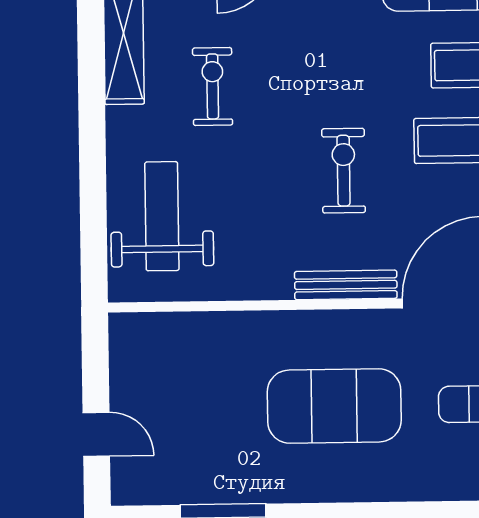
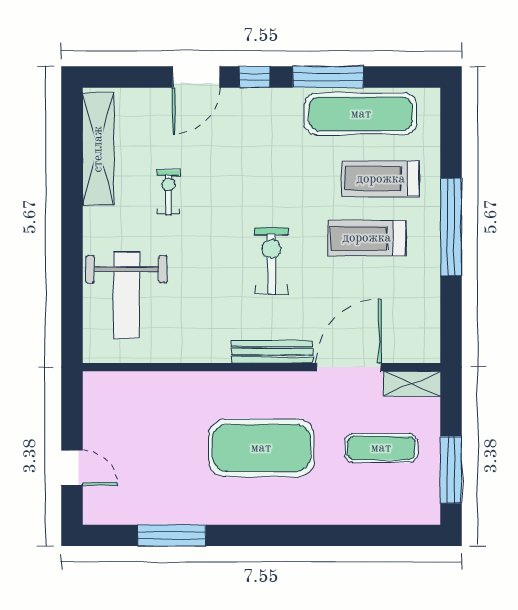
exercise bike: (213, 86) -> (168, 193), width x0.73, depth x0.72
weight bench: (162, 216) -> (127, 295), turned 180

